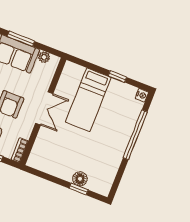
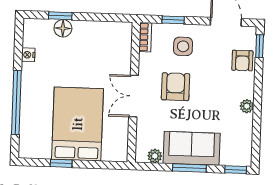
nightstand: (142, 95) -> (28, 55), moved
bed: (88, 100) -> (78, 124), width x1.50

